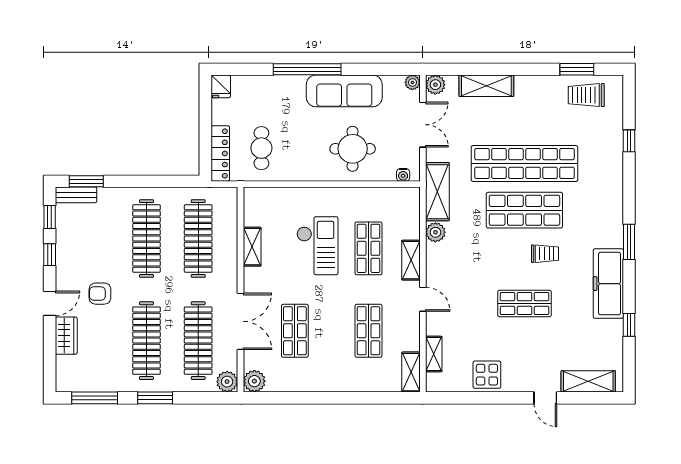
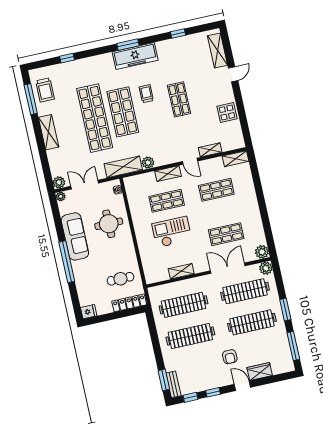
window: (577, 69) -> (31, 99), width x1.44
shelving: (486, 86) -> (49, 132), moved
freezer: (608, 284) -> (135, 56), moved
door: (423, 299) -> (190, 161), swing flipped
shelving: (434, 354) -> (210, 150), moved

